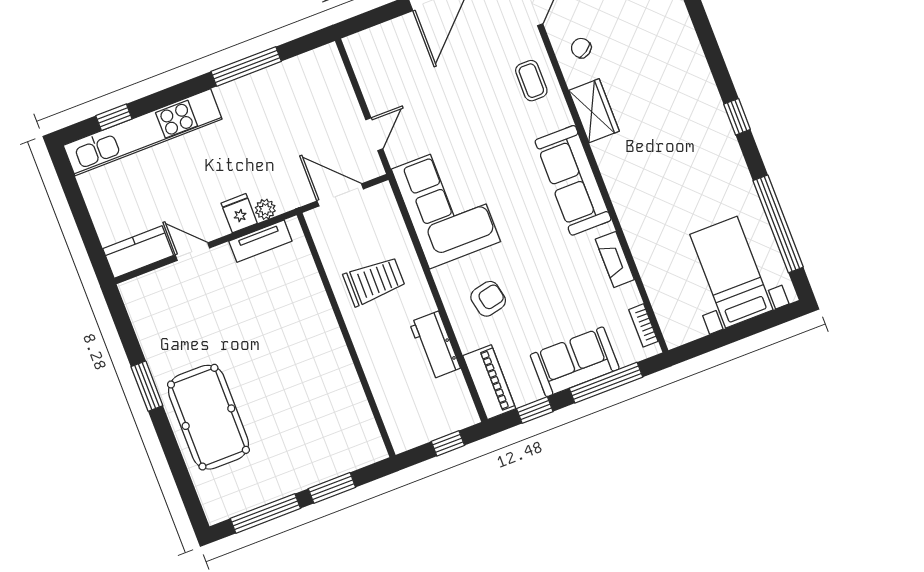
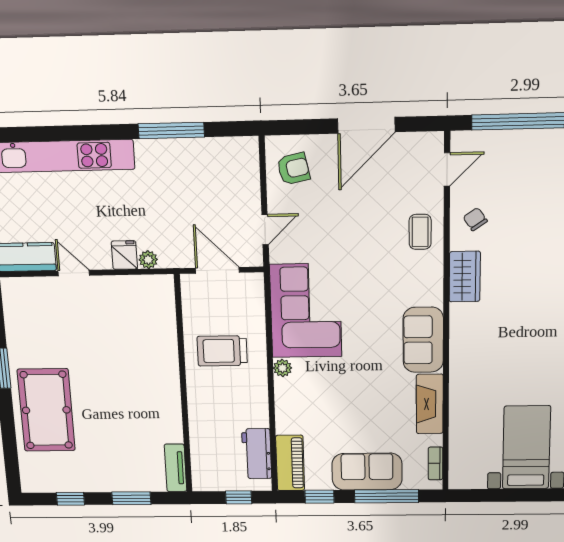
window: (114, 117) -> (39, 134), removed
sofa: (573, 180) -> (423, 340), width x0.73
tv unit: (260, 241) -> (175, 468), moved, turned 90
fireplace: (615, 259) -> (430, 404), width x1.37, depth x1.32
plant: (444, 277) -> (282, 368), added
trolley: (374, 281) -> (222, 351), turned 180
armchair: (488, 299) -> (293, 169), moved
workbench: (435, 345) -> (257, 454), moved
window: (265, 513) -> (70, 499), width x0.46

